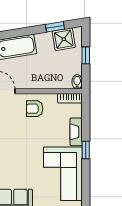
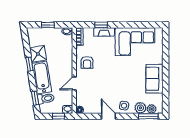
window: (55, 27) -> (29, 64), moved
shower: (64, 39) -> (38, 54), moved
window: (86, 150) -> (101, 25), moved

